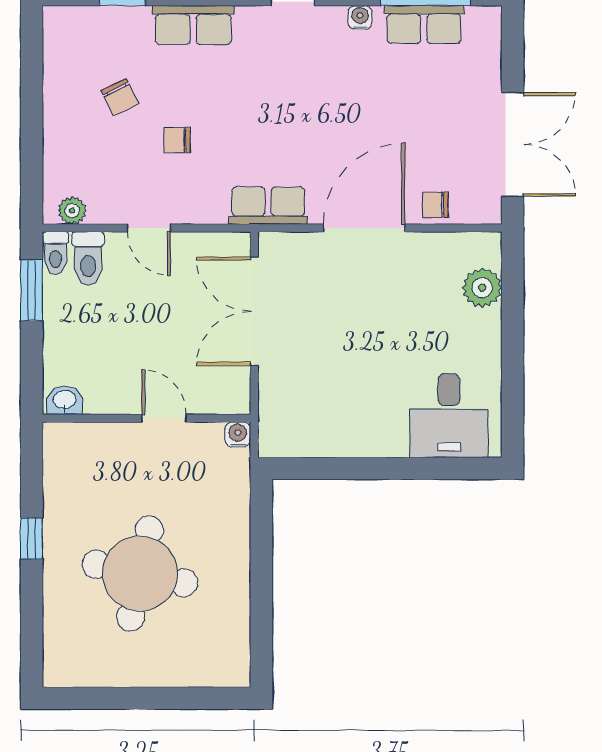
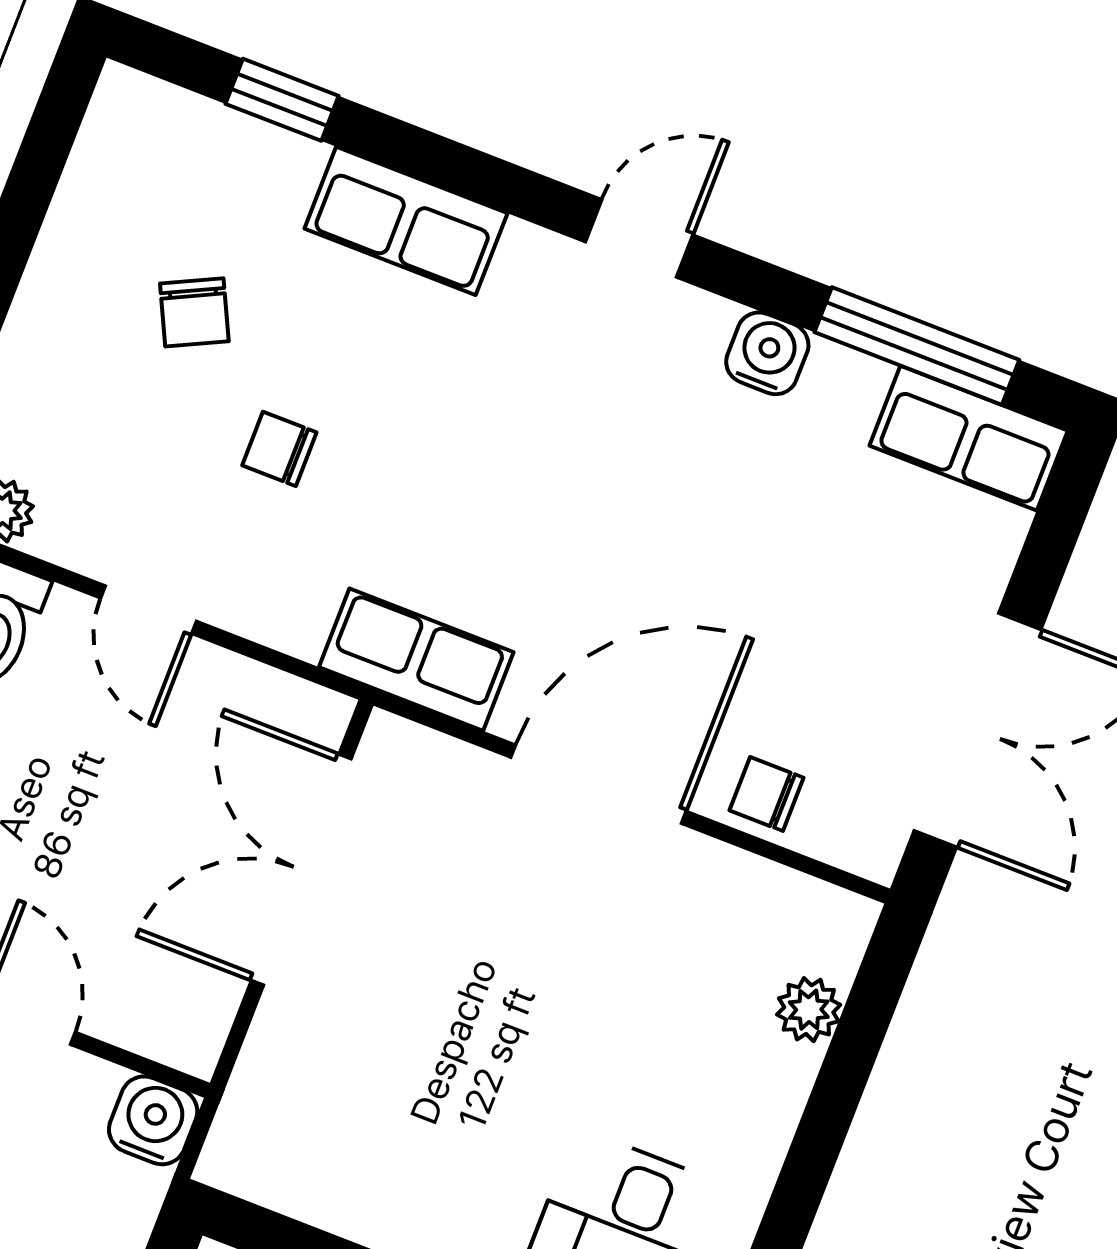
water cooler: (360, 17) -> (767, 353), width x1.38, depth x1.38
row of seats: (424, 25) -> (969, 438), moved
plant: (482, 288) -> (809, 1010), width x0.73, depth x0.73
water cooler: (238, 435) -> (153, 1120), width x1.38, depth x1.38

